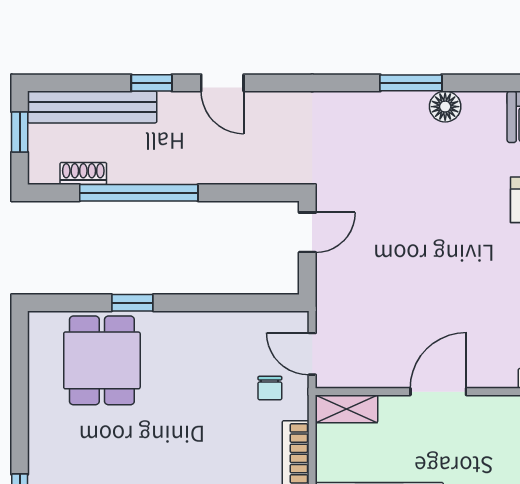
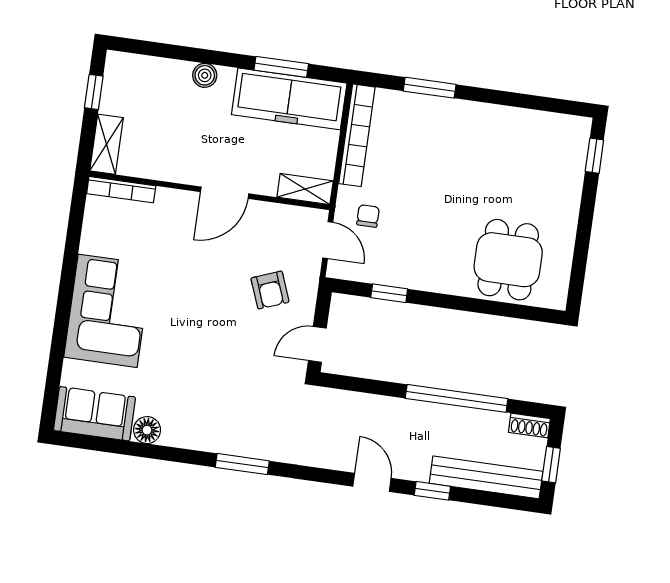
window: (411, 83) -> (242, 464), moved
floor lamp: (445, 107) -> (147, 430), moved
shoe rack: (83, 173) -> (529, 425), moved
armchair: (370, 287) -> (270, 290), added
window: (132, 303) -> (389, 293), moved

